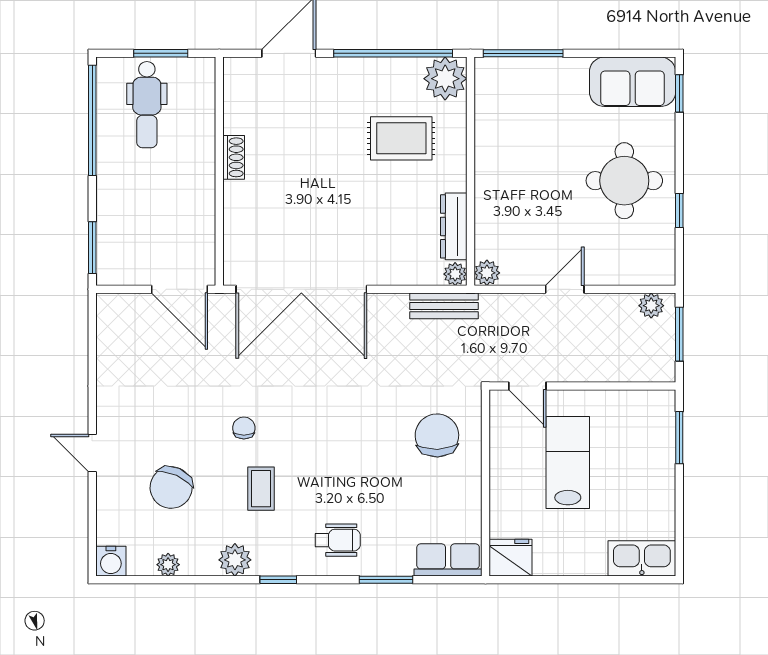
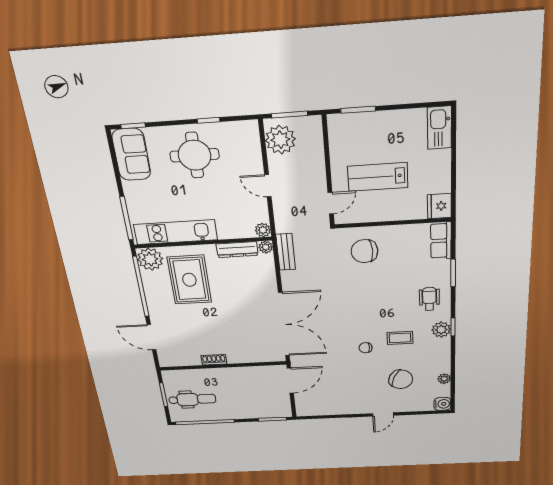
kitchen unit: (493, 129) -> (176, 232), added
rug: (401, 138) -> (189, 280), width x1.36, depth x1.43
plant: (651, 306) -> (280, 140), width x1.87, depth x1.87
plant: (235, 560) -> (441, 330), moved

